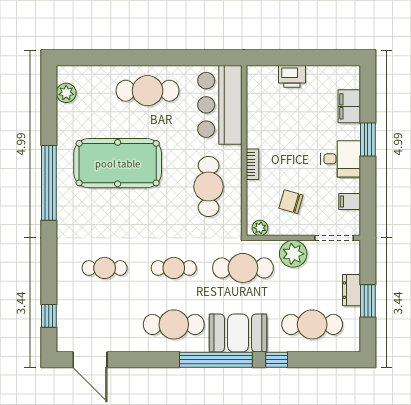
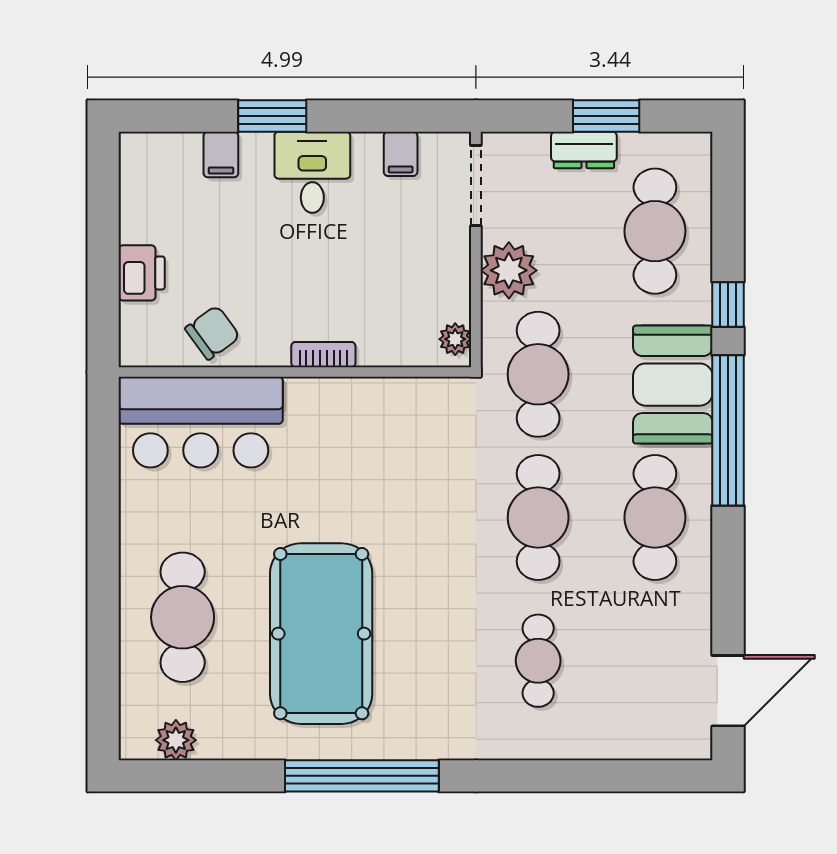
cafe table: (148, 91) -> (183, 617), moved
filing cabinet: (349, 106) -> (221, 154), width x0.50
cafe table: (209, 187) -> (370, 446), removed
chair: (291, 202) -> (213, 333), moved, turned -142
cafe table: (174, 268) -> (538, 517), width x1.37, depth x1.35
window: (49, 316) -> (637, 776), removed

